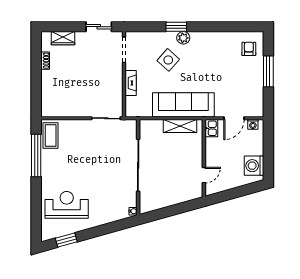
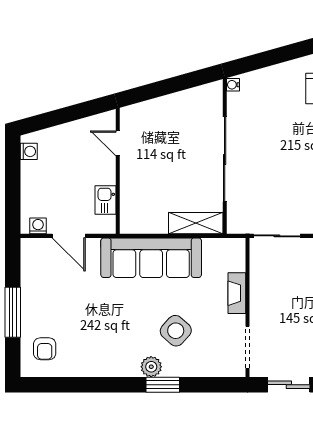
door: (234, 118) -> (69, 236), swing flipped
shelving: (180, 126) -> (196, 223), moved
kitchen sink: (211, 128) -> (106, 200), moved
washing machine: (254, 166) -> (29, 151), width x0.53, depth x0.53
door: (204, 175) -> (118, 143), hinge flipped

